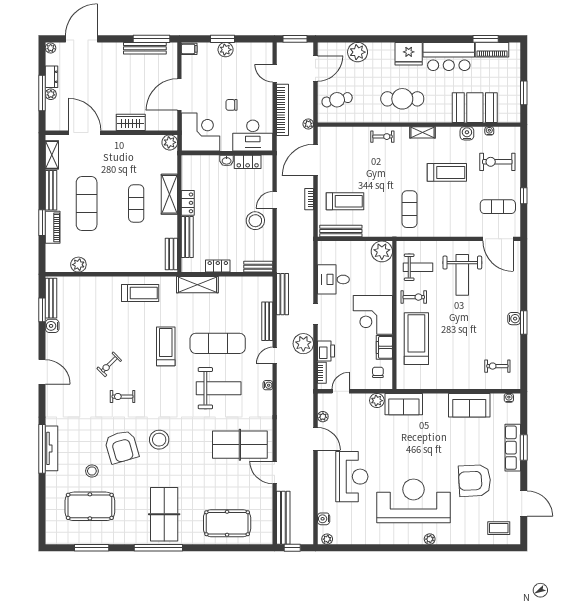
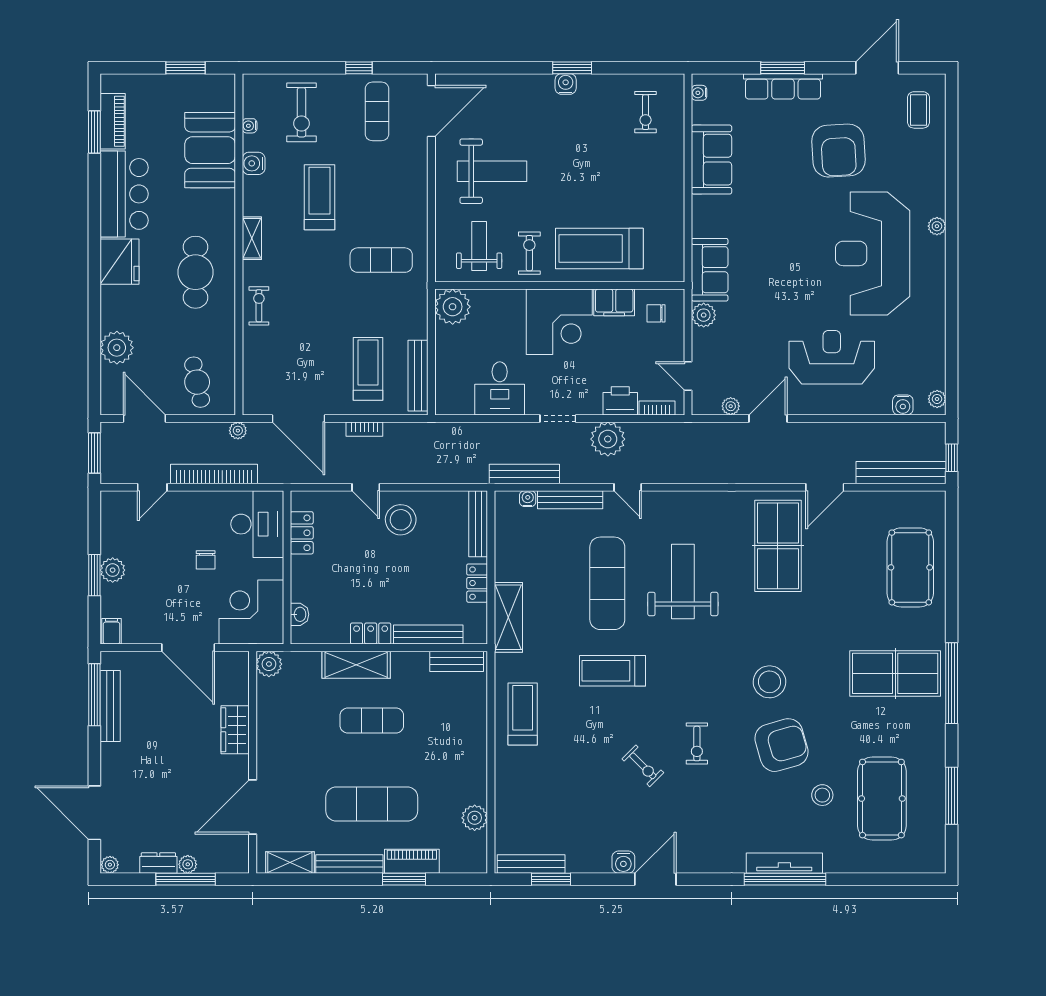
washbasin: (227, 161) -> (299, 614), moved
bench: (258, 267) -> (478, 524), width x1.36
water cooler: (52, 326) -> (623, 862), moved
water cooler: (268, 385) -> (528, 499), moved

